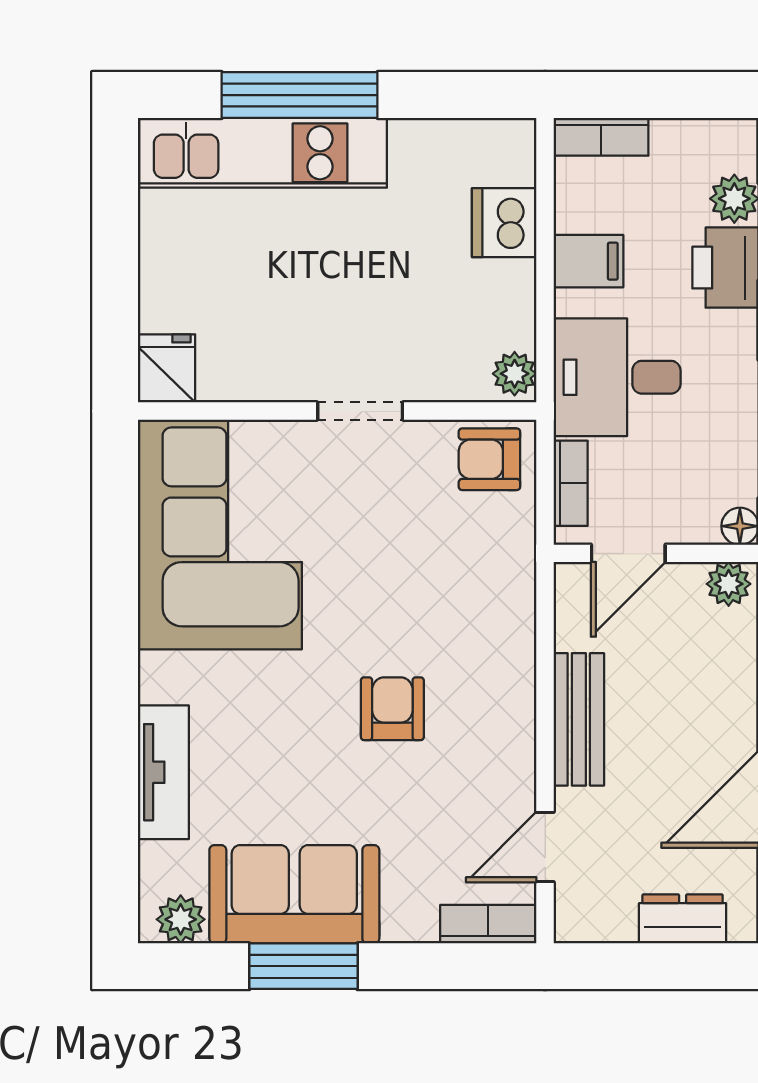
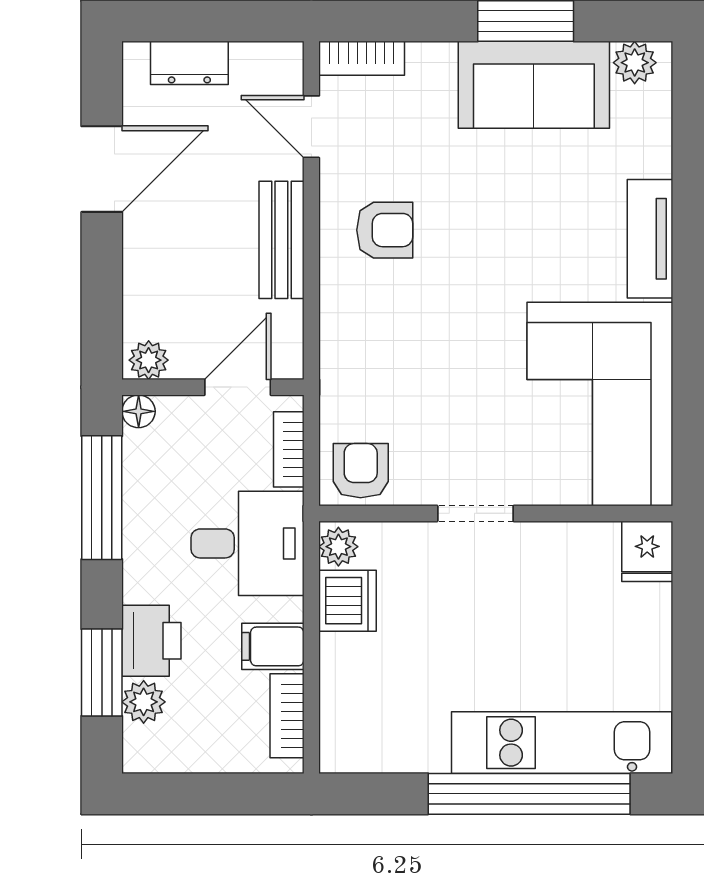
window: (300, 95) -> (529, 794), width x1.46
bookcase: (601, 137) -> (287, 716), moved, turned -90
dishwasher: (504, 223) -> (348, 601), moved
armchair: (489, 459) -> (361, 471), turned -90
armchair: (392, 709) -> (385, 230), moved, turned -90
tv unit: (163, 772) -> (650, 239), moved
door: (545, 847) -> (311, 127), swing flipped

